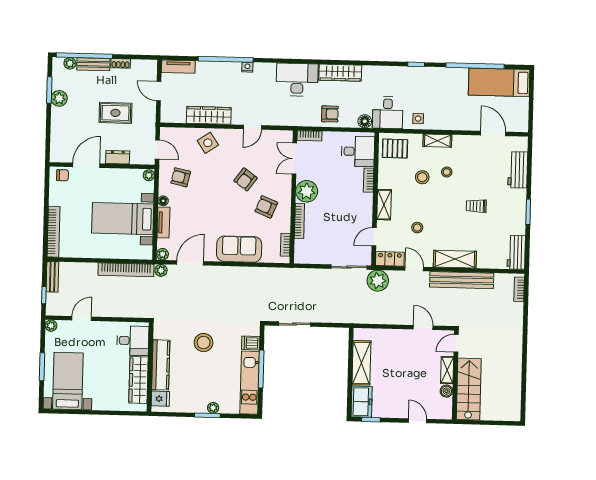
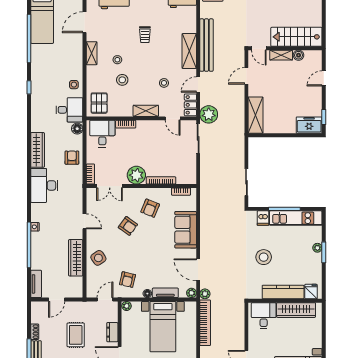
shelving: (437, 141) -> (92, 53), moved
shelving: (361, 363) -> (256, 115), moved, turned 90

